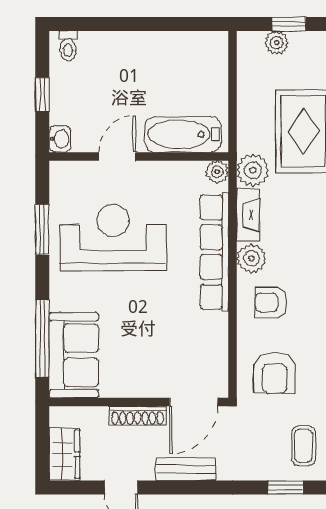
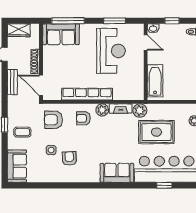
door: (117, 156) -> (146, 42), moved
plant: (217, 172) -> (139, 95), removed
row of seats: (214, 252) -> (87, 94), moved
armchair: (271, 302) -> (83, 118), turned -90

